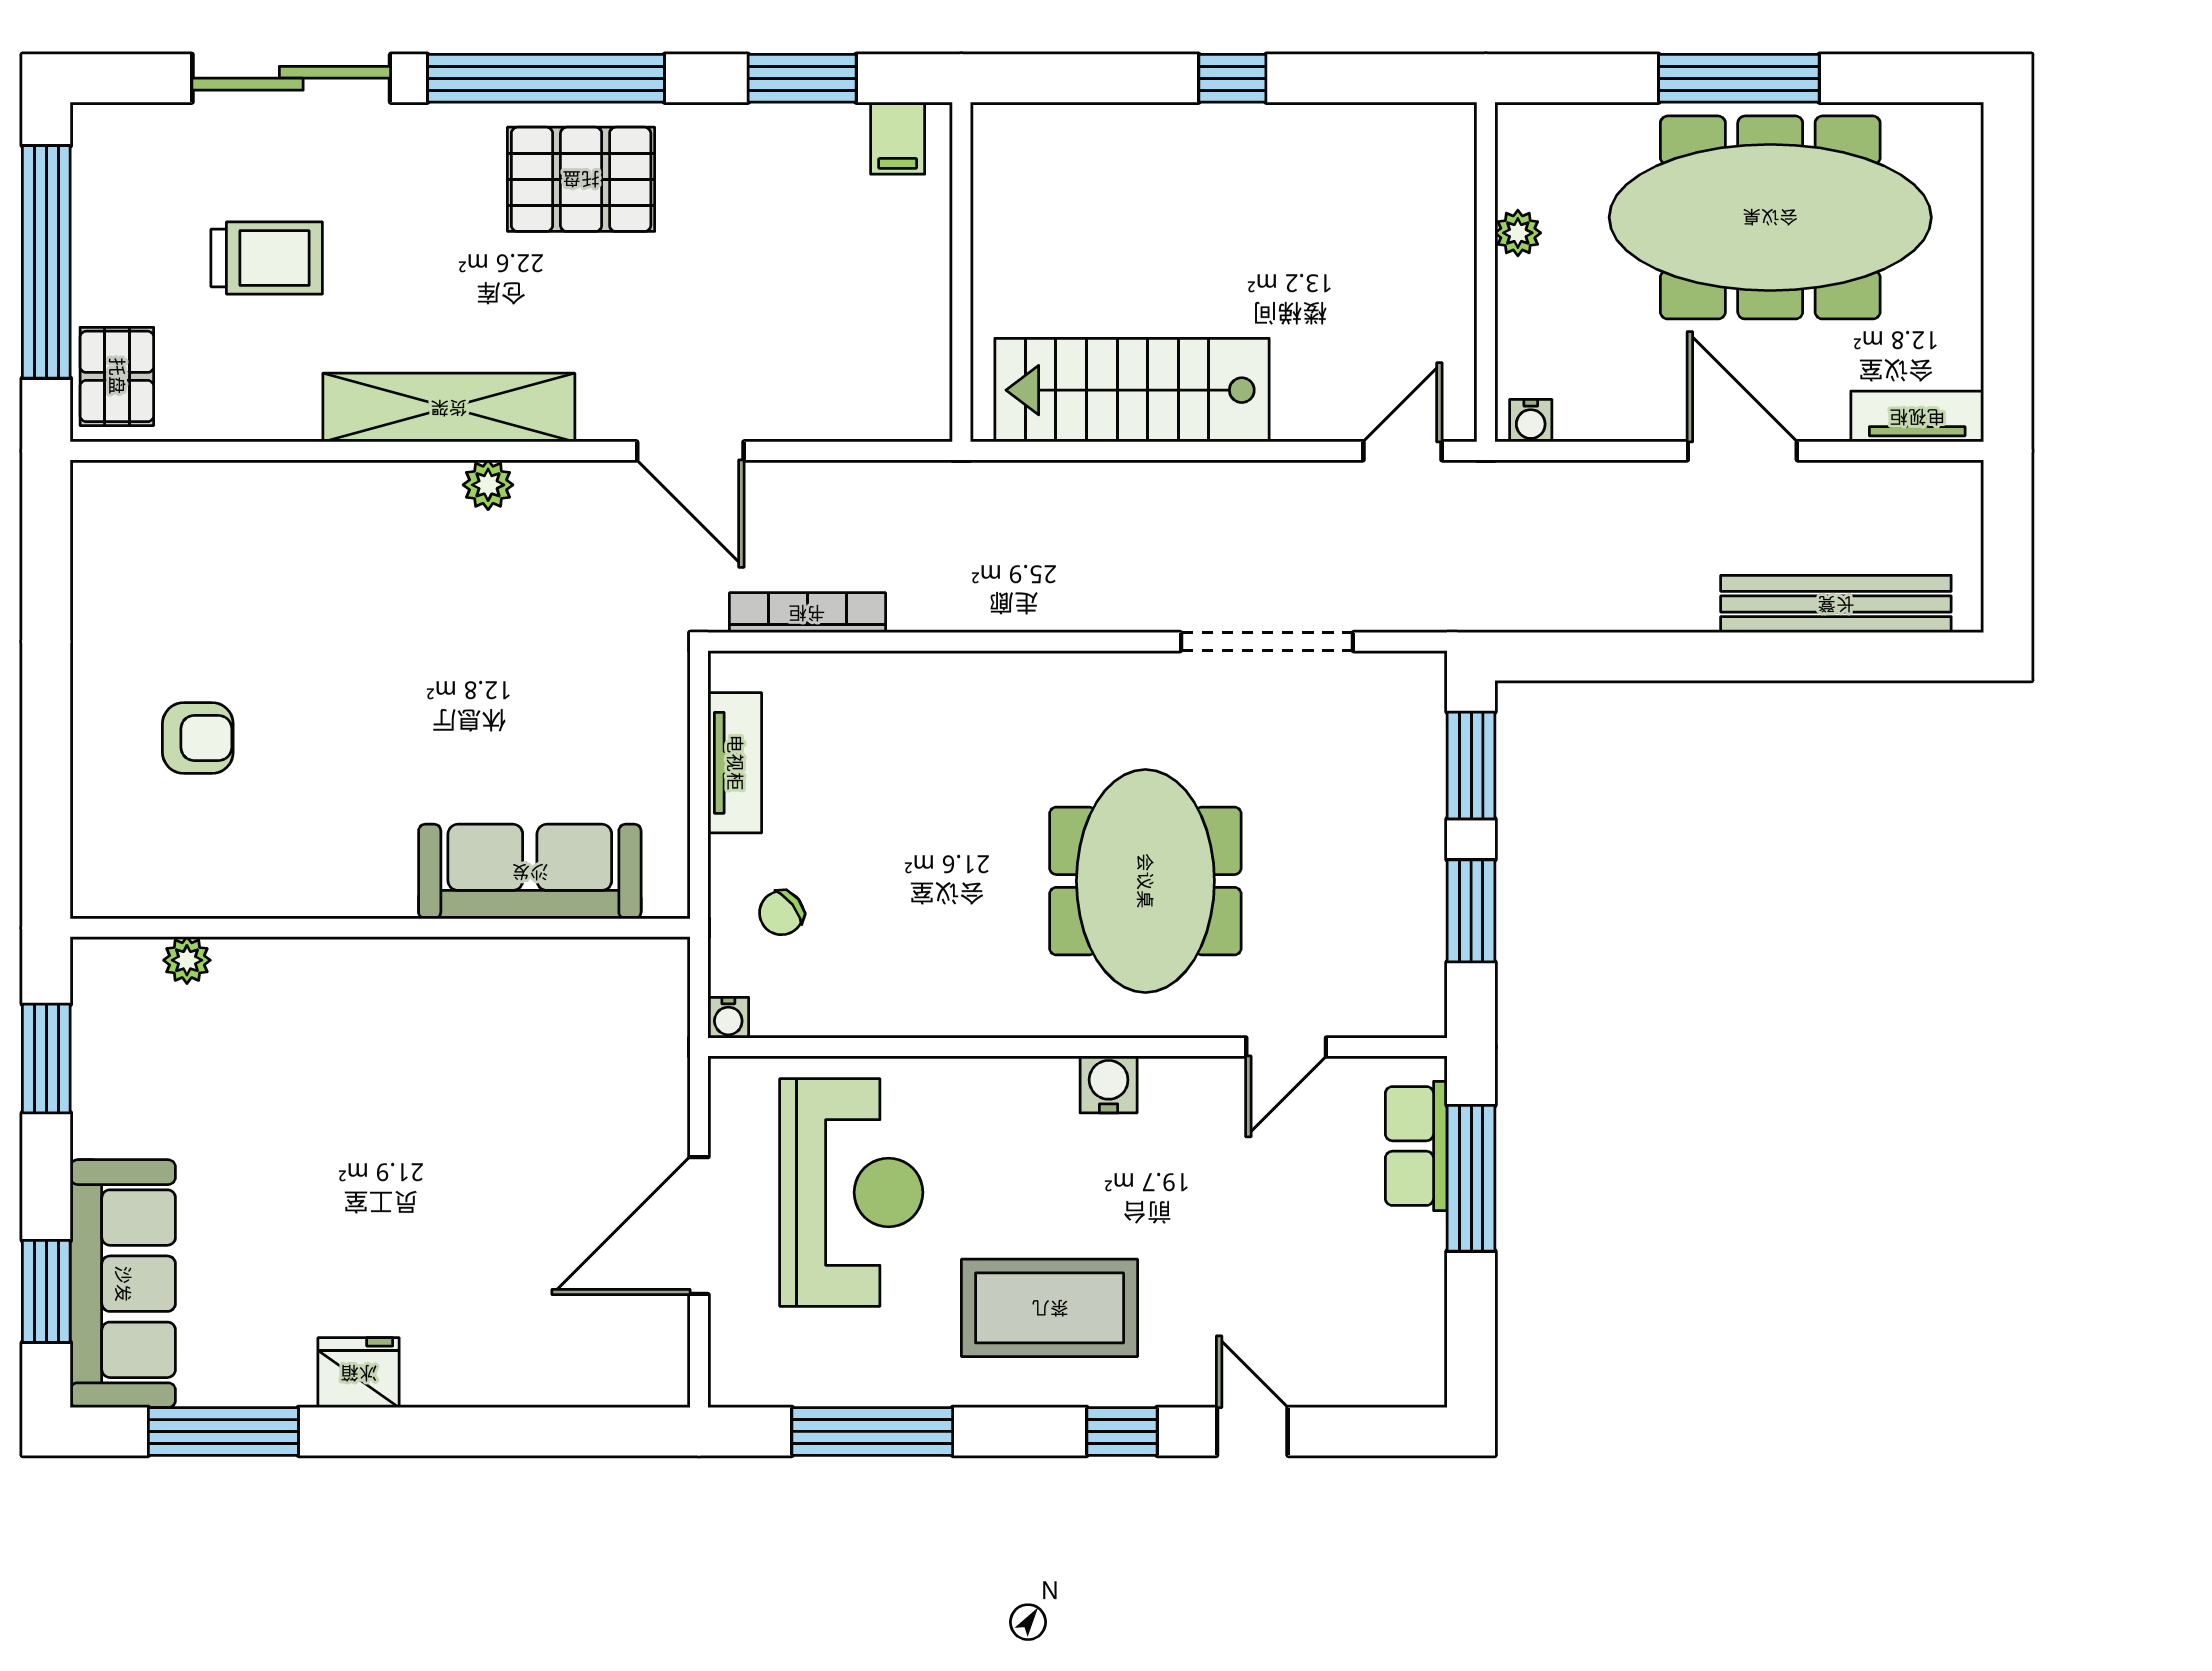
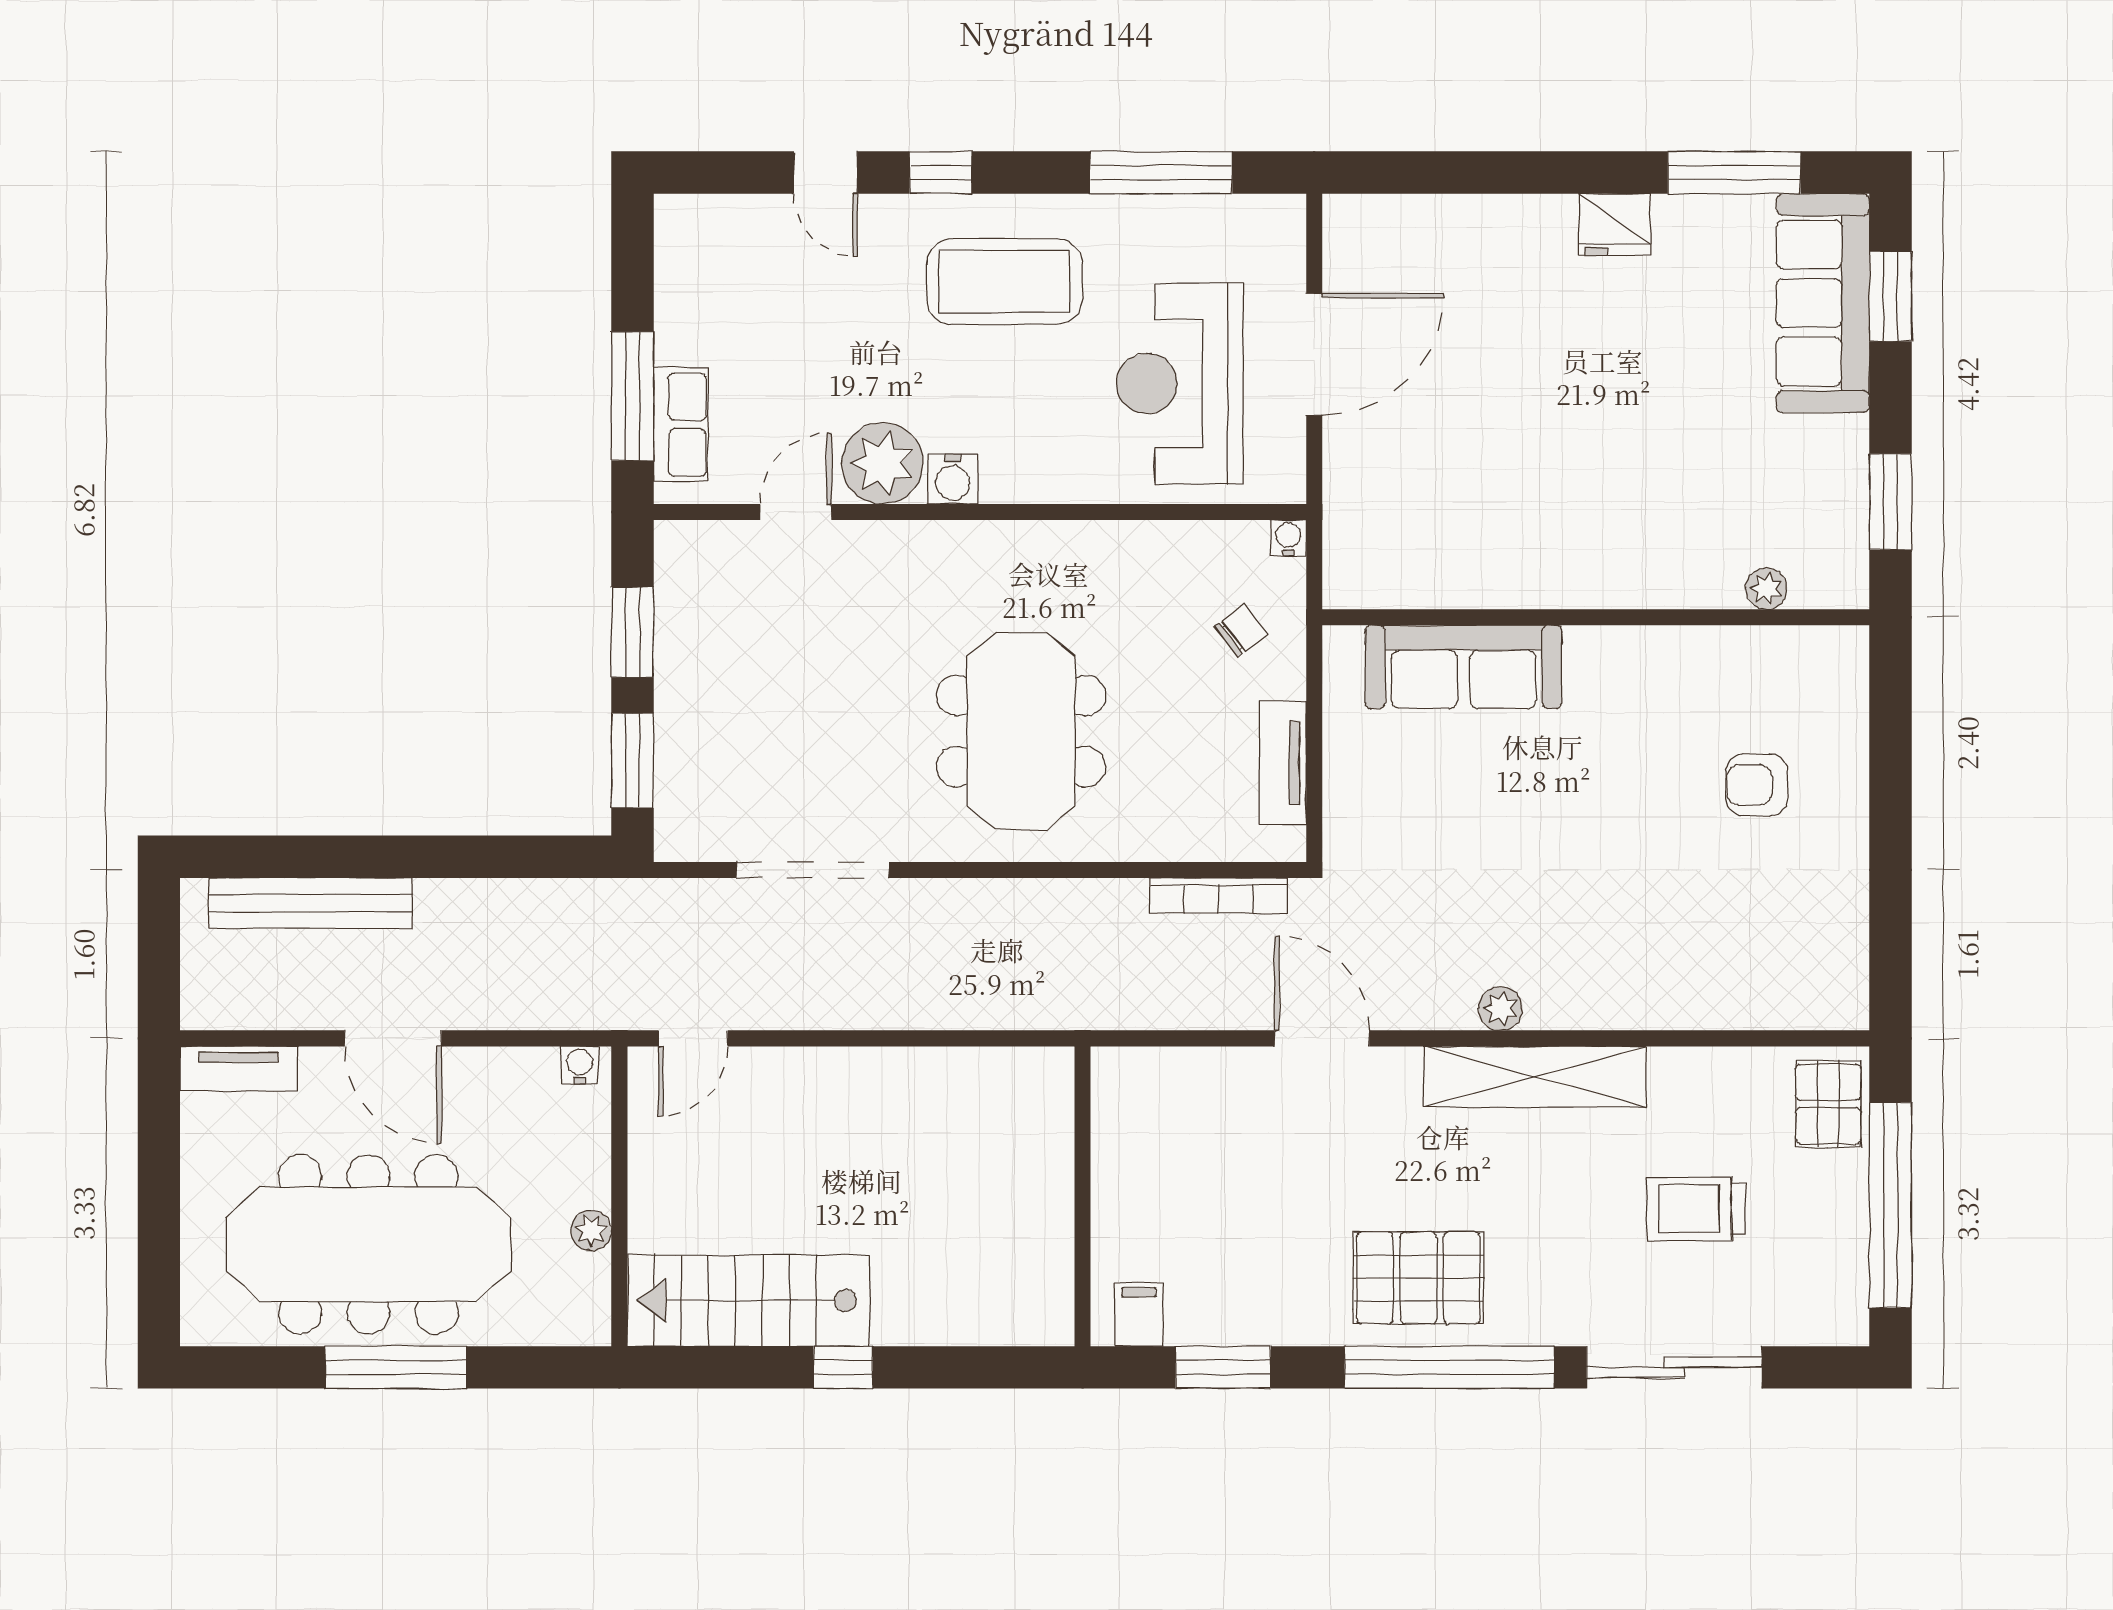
stairs: (1132, 390) -> (748, 1301), moved, turned 180
meeting table: (1145, 881) -> (1021, 731), moved
plant: (1188, 1102) -> (882, 463), added

